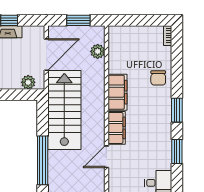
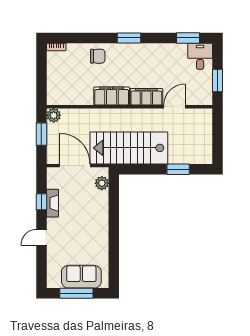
plant: (98, 51) -> (54, 115), moved
window: (177, 152) -> (188, 38), moved
door: (106, 157) -> (175, 107), swing flipped
window: (43, 160) -> (178, 169), width x0.47

